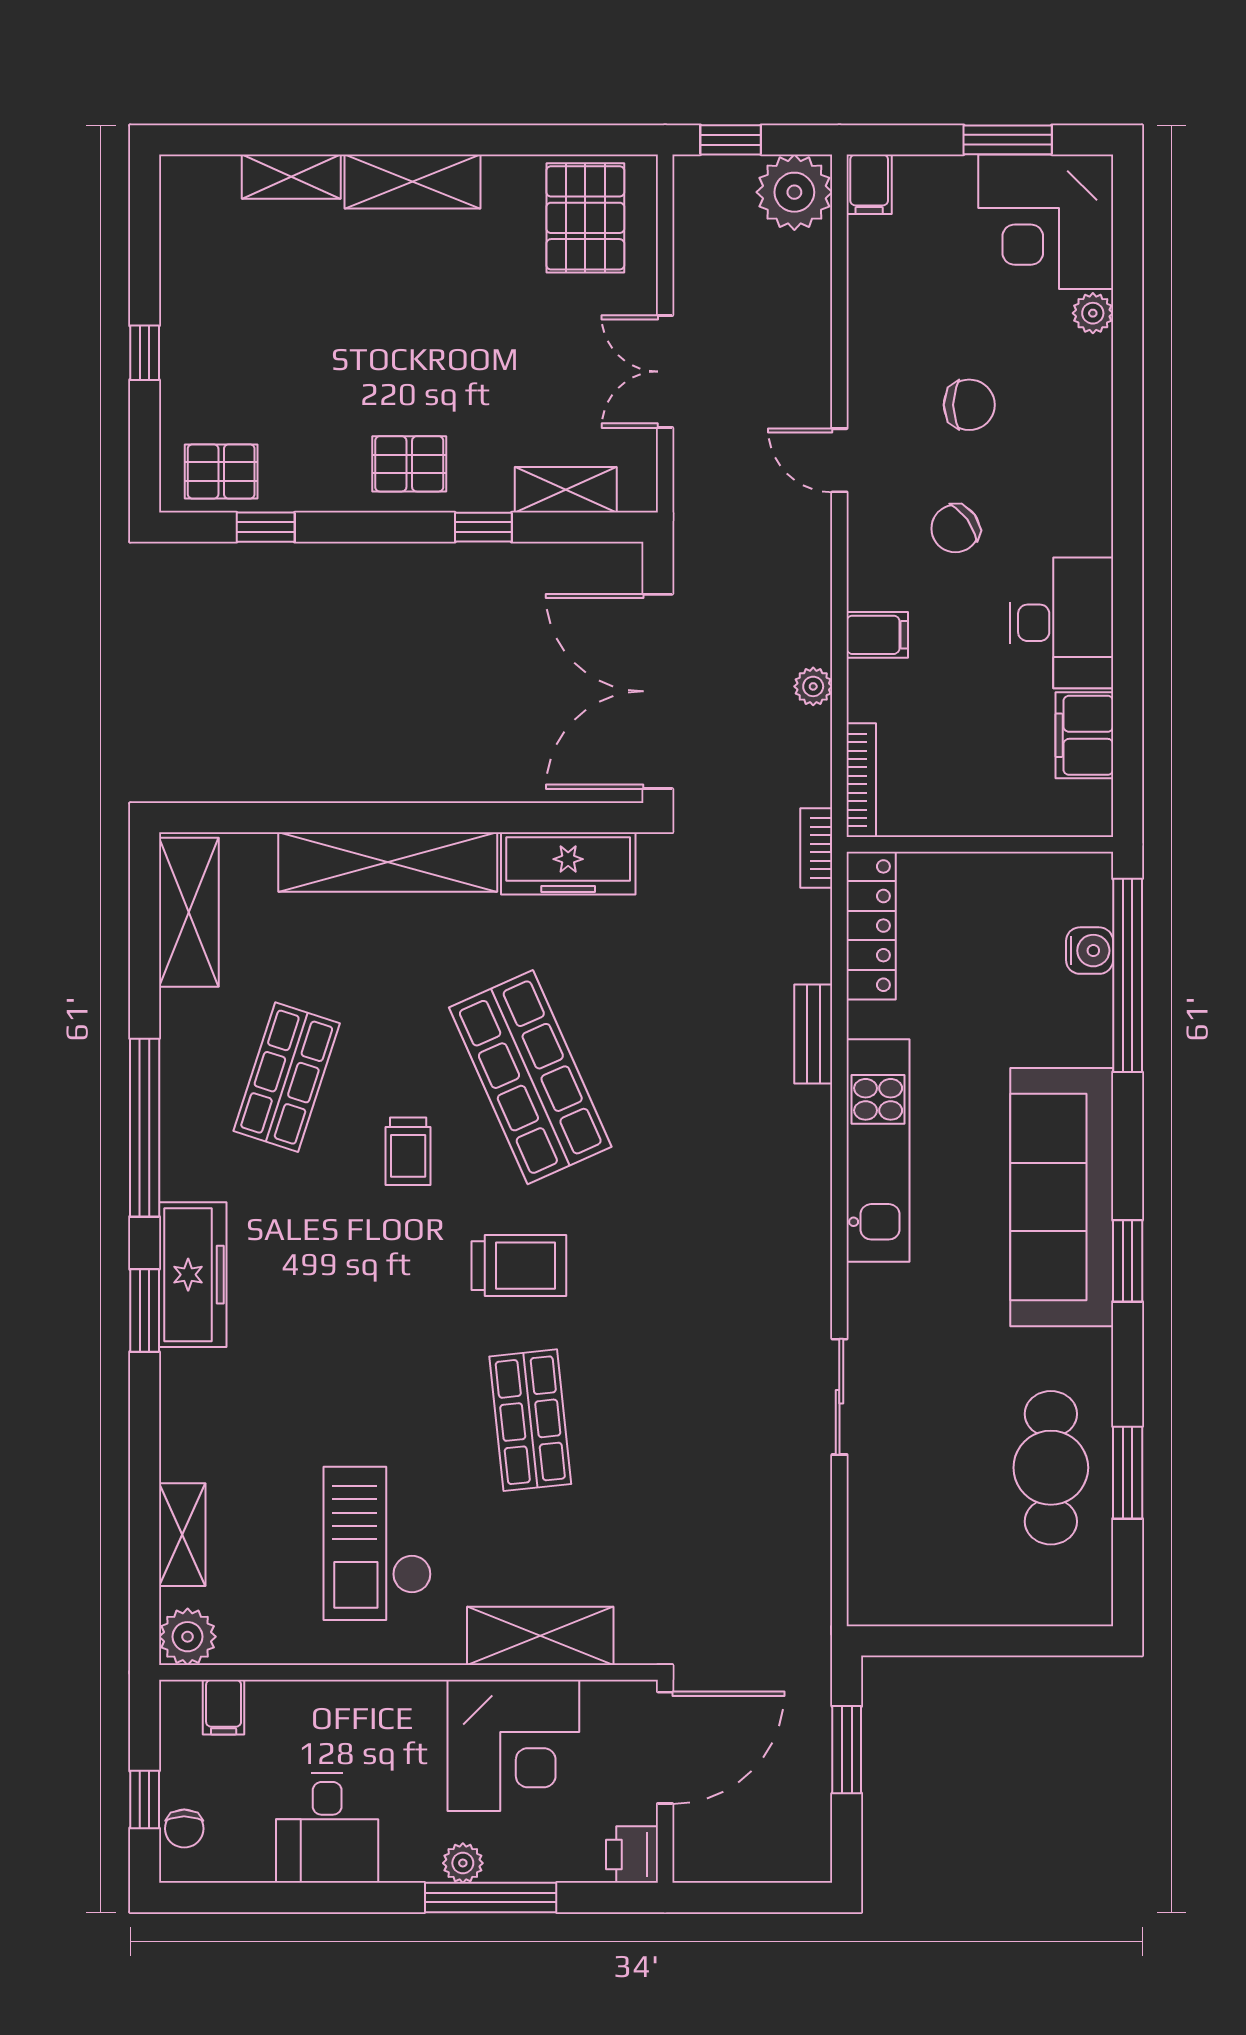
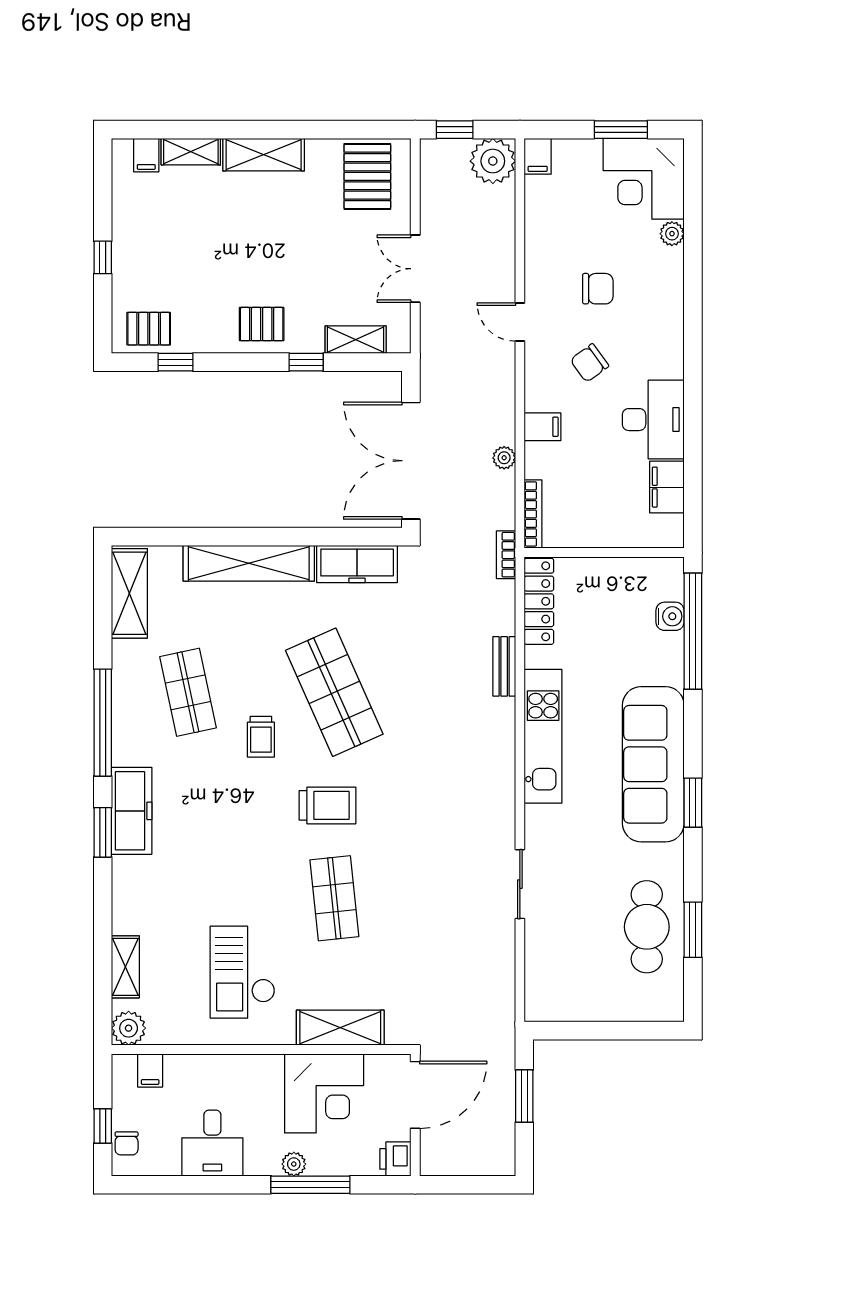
filing cabinet: (217, 182) -> (146, 155), added
shop shelf: (287, 1077) -> (188, 692), turned -30

